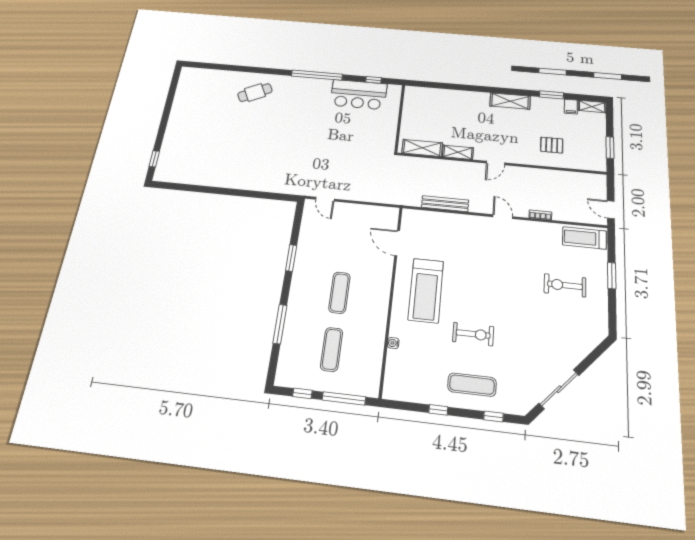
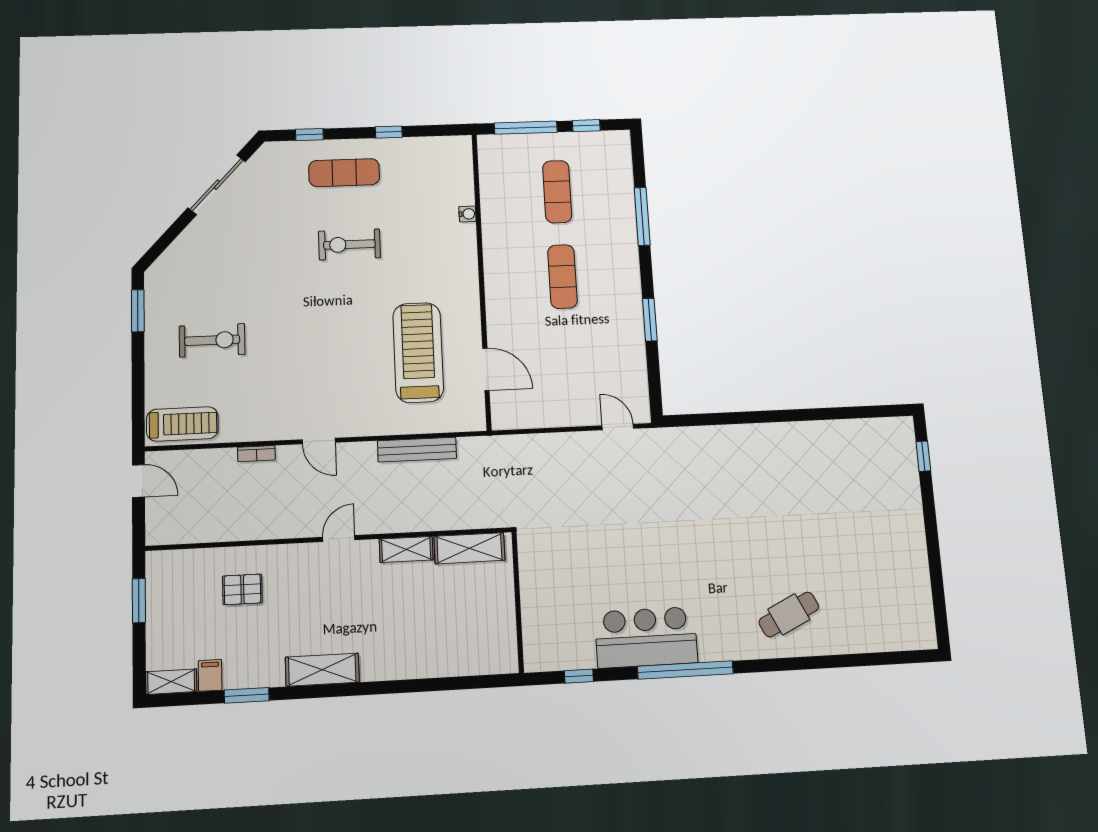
bar counter: (359, 95) -> (646, 637), moved
window: (612, 276) -> (138, 311), moved
treadmill: (426, 290) -> (418, 352), moved

